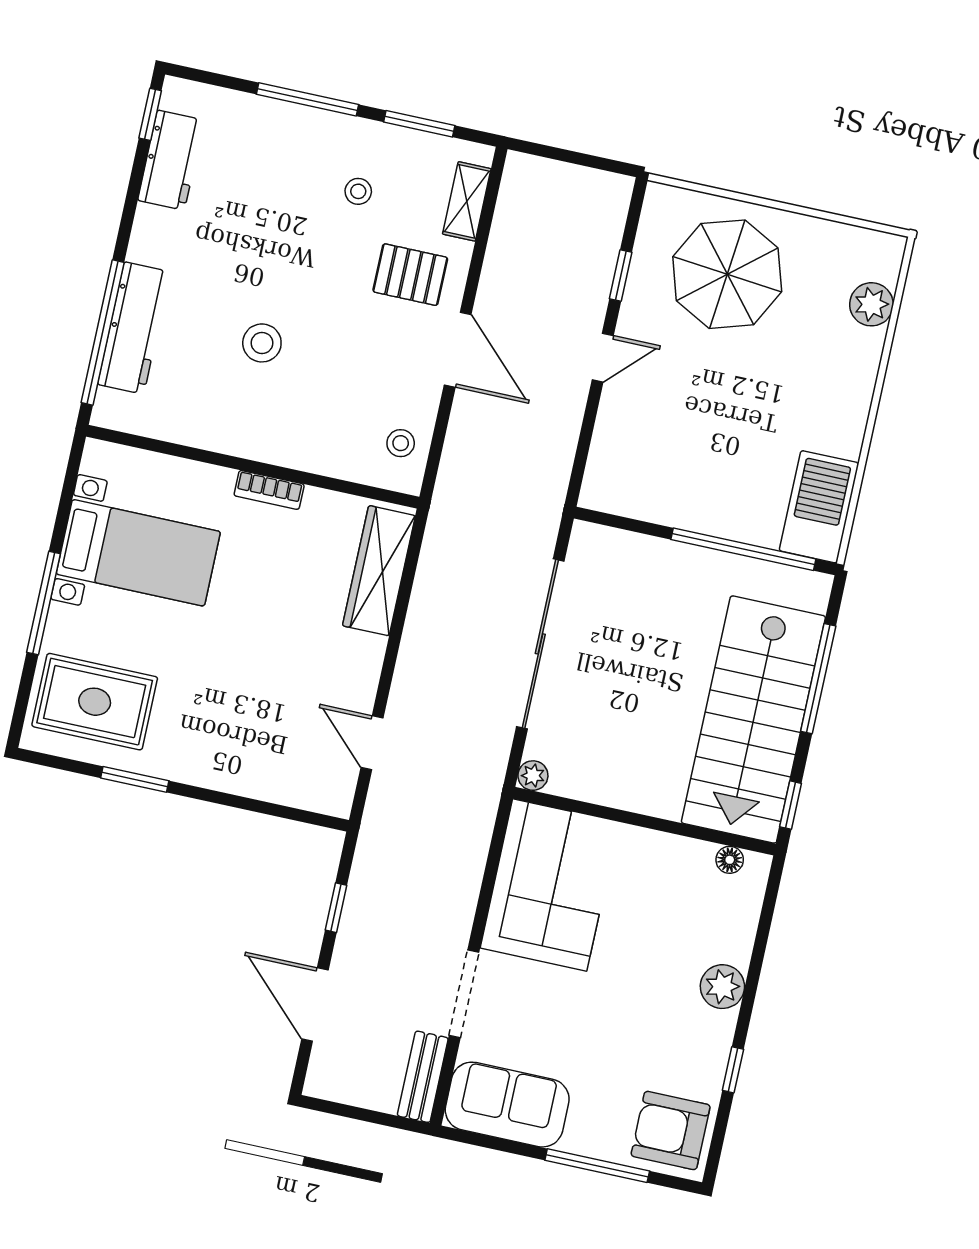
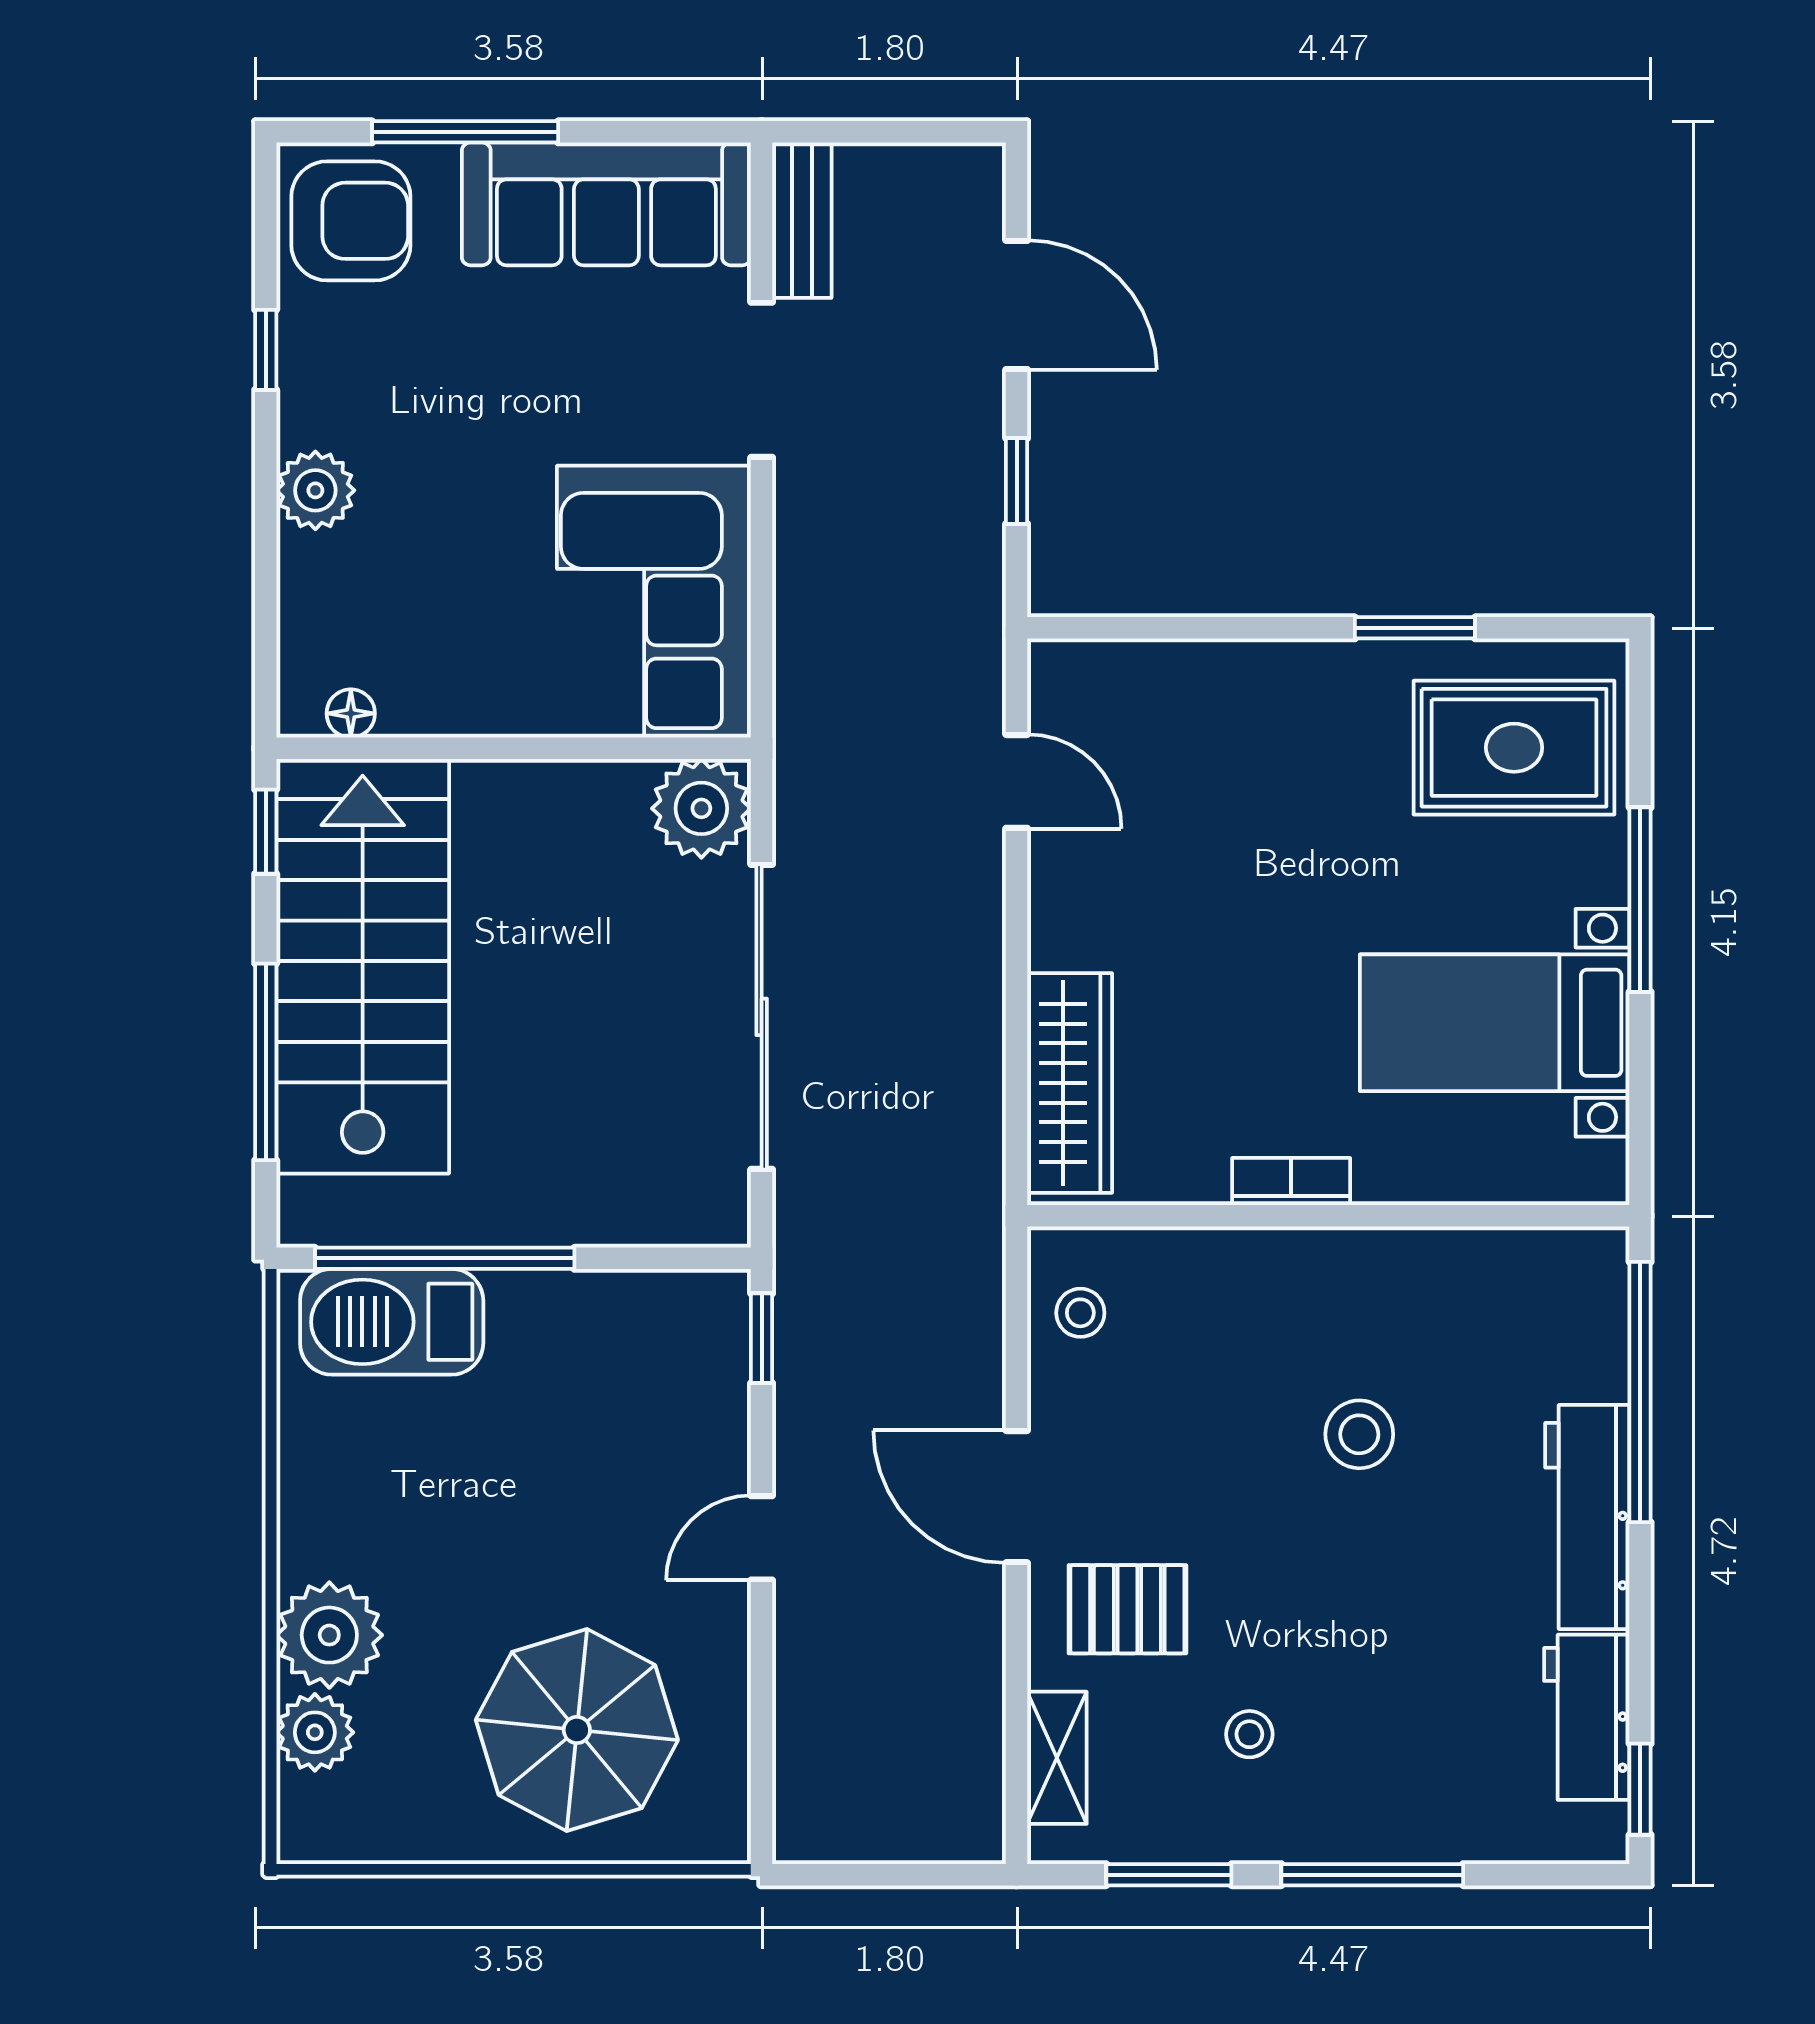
window: (621, 275) -> (762, 1338), moved
workbench: (134, 328) -> (1587, 1517), moved
plant: (852, 356) -> (329, 1635), added
barbecue: (819, 507) -> (392, 1322), moved, turned 90
plant: (533, 776) -> (701, 808), width x1.88, depth x1.88
sofa: (507, 1105) -> (606, 204), width x1.36

